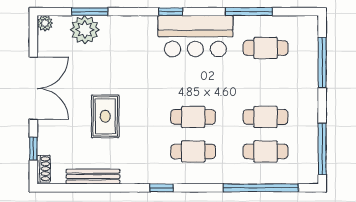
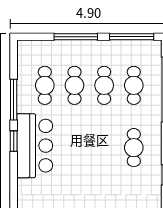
window: (171, 12) -> (14, 141), moved
window: (322, 63) -> (76, 37), moved
cafe table: (193, 117) -> (74, 85), moved

